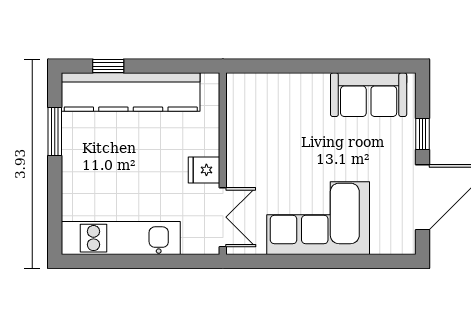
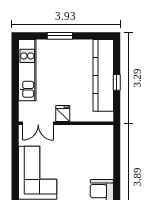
window: (108, 66) -> (117, 82), moved
window: (55, 131) -> (60, 36), moved

